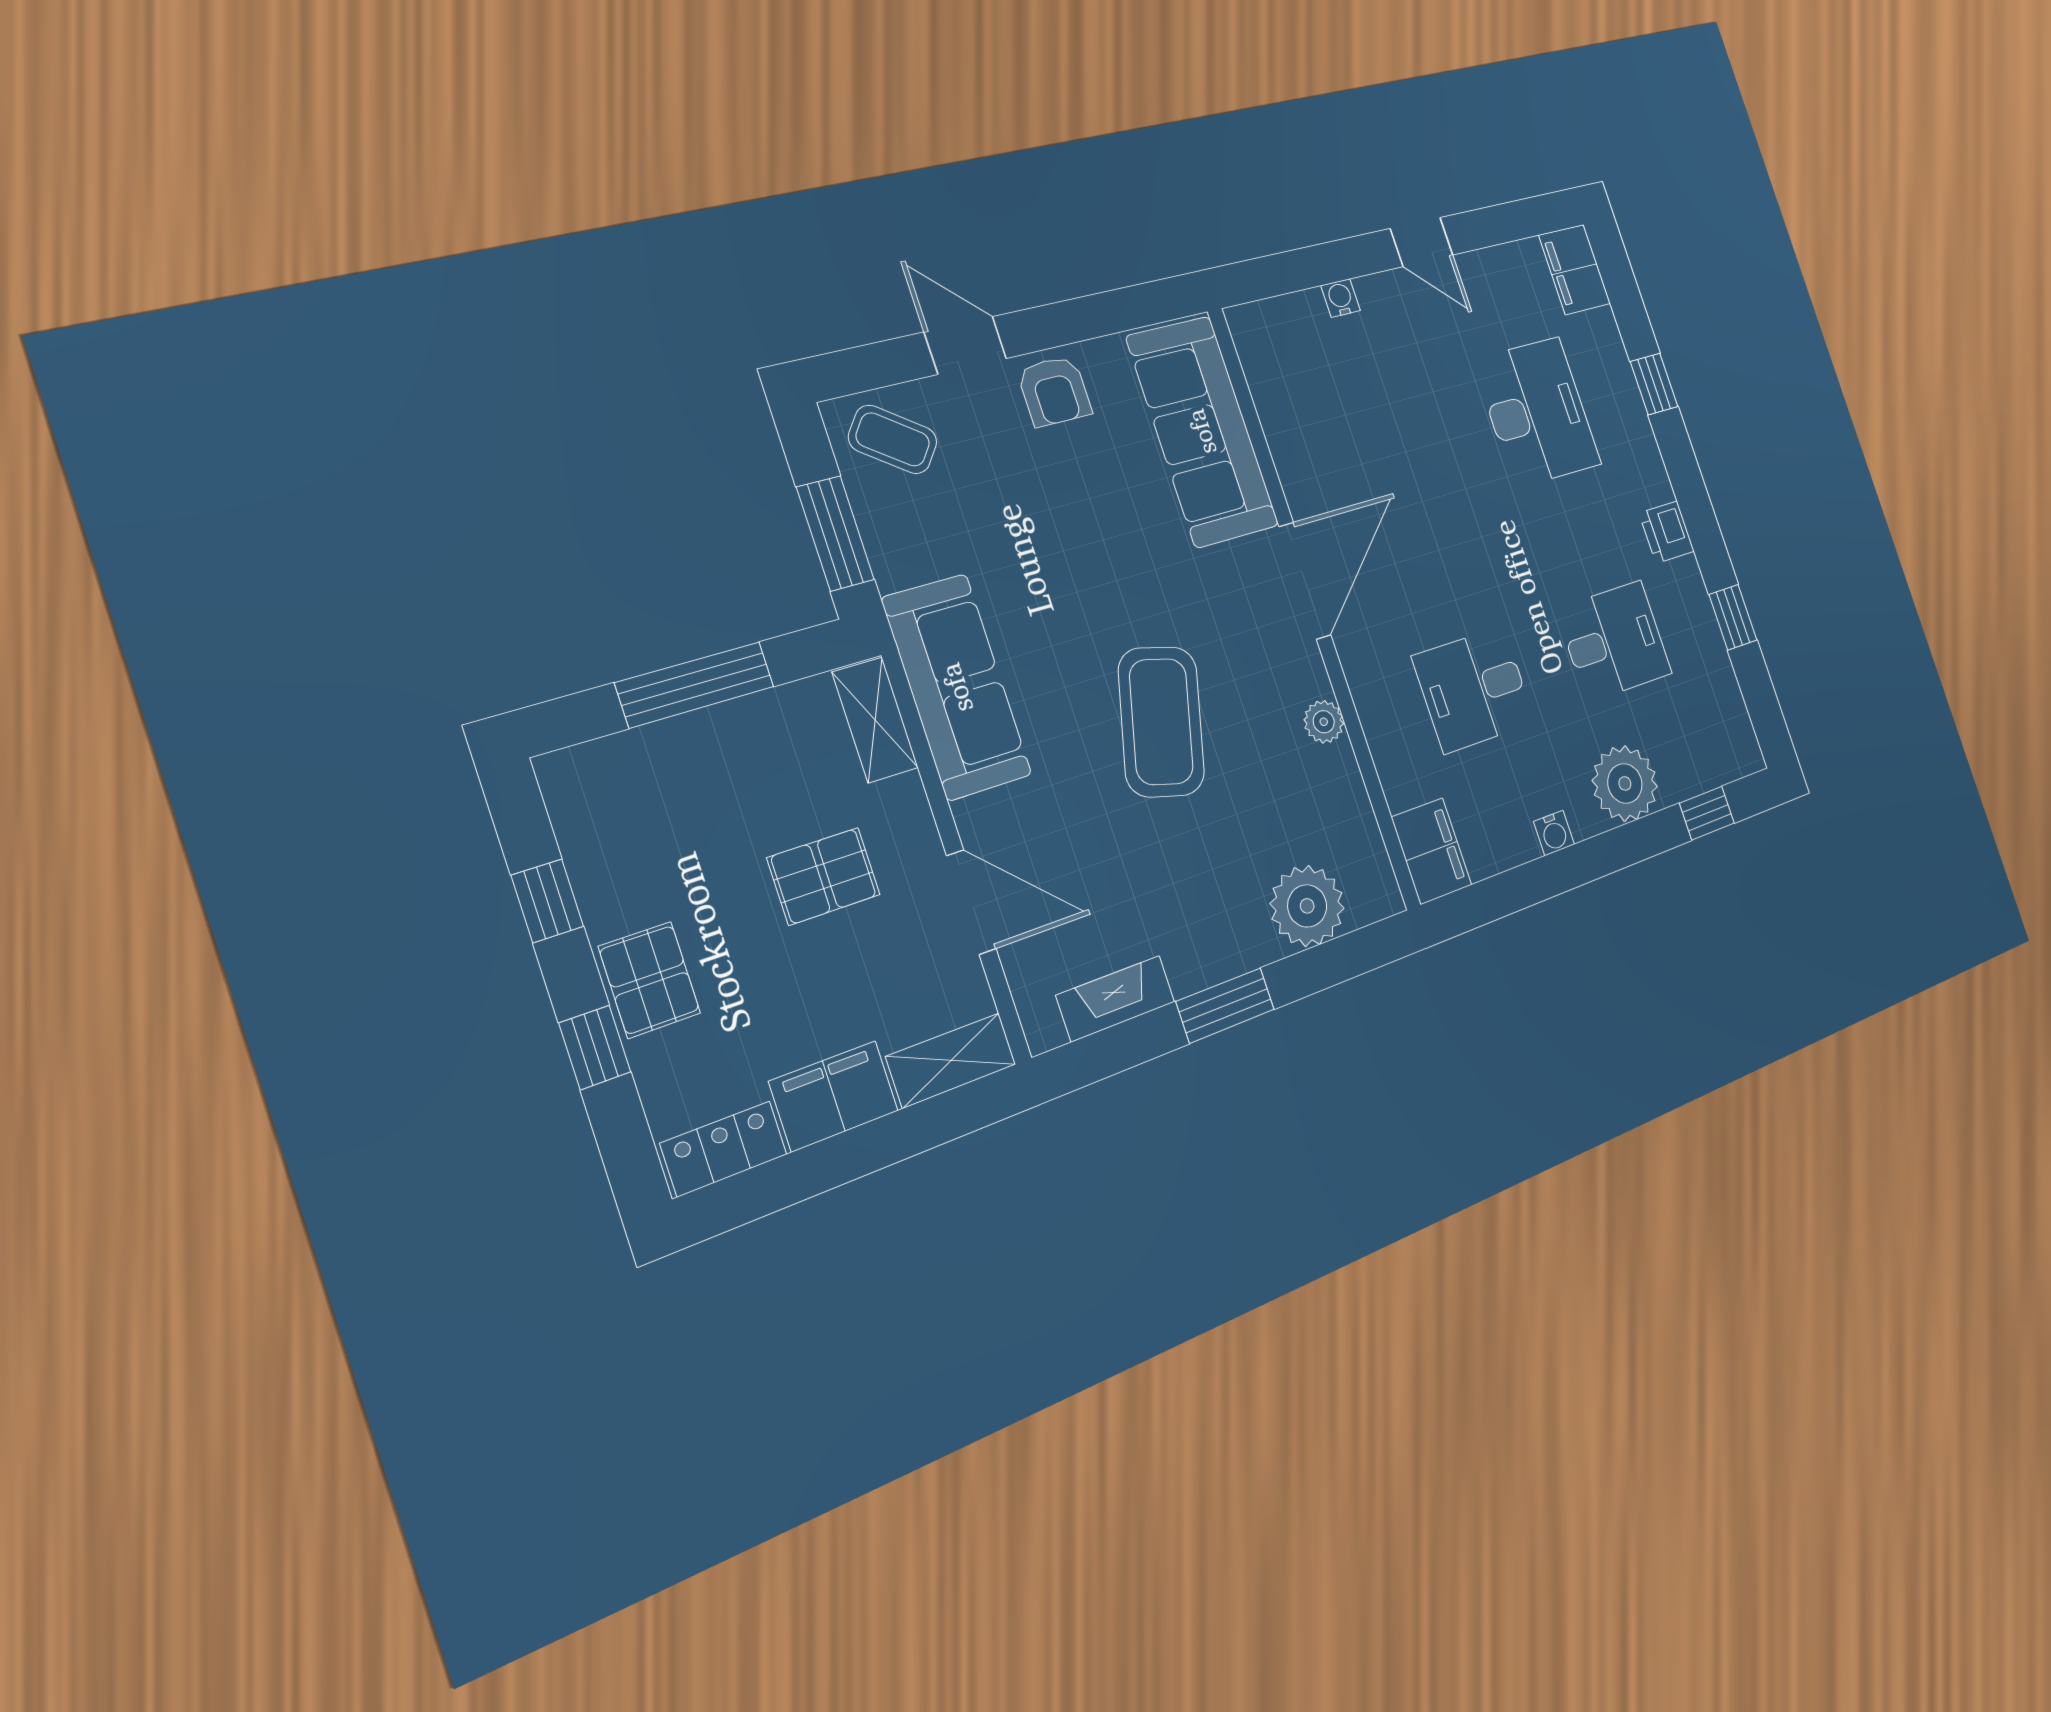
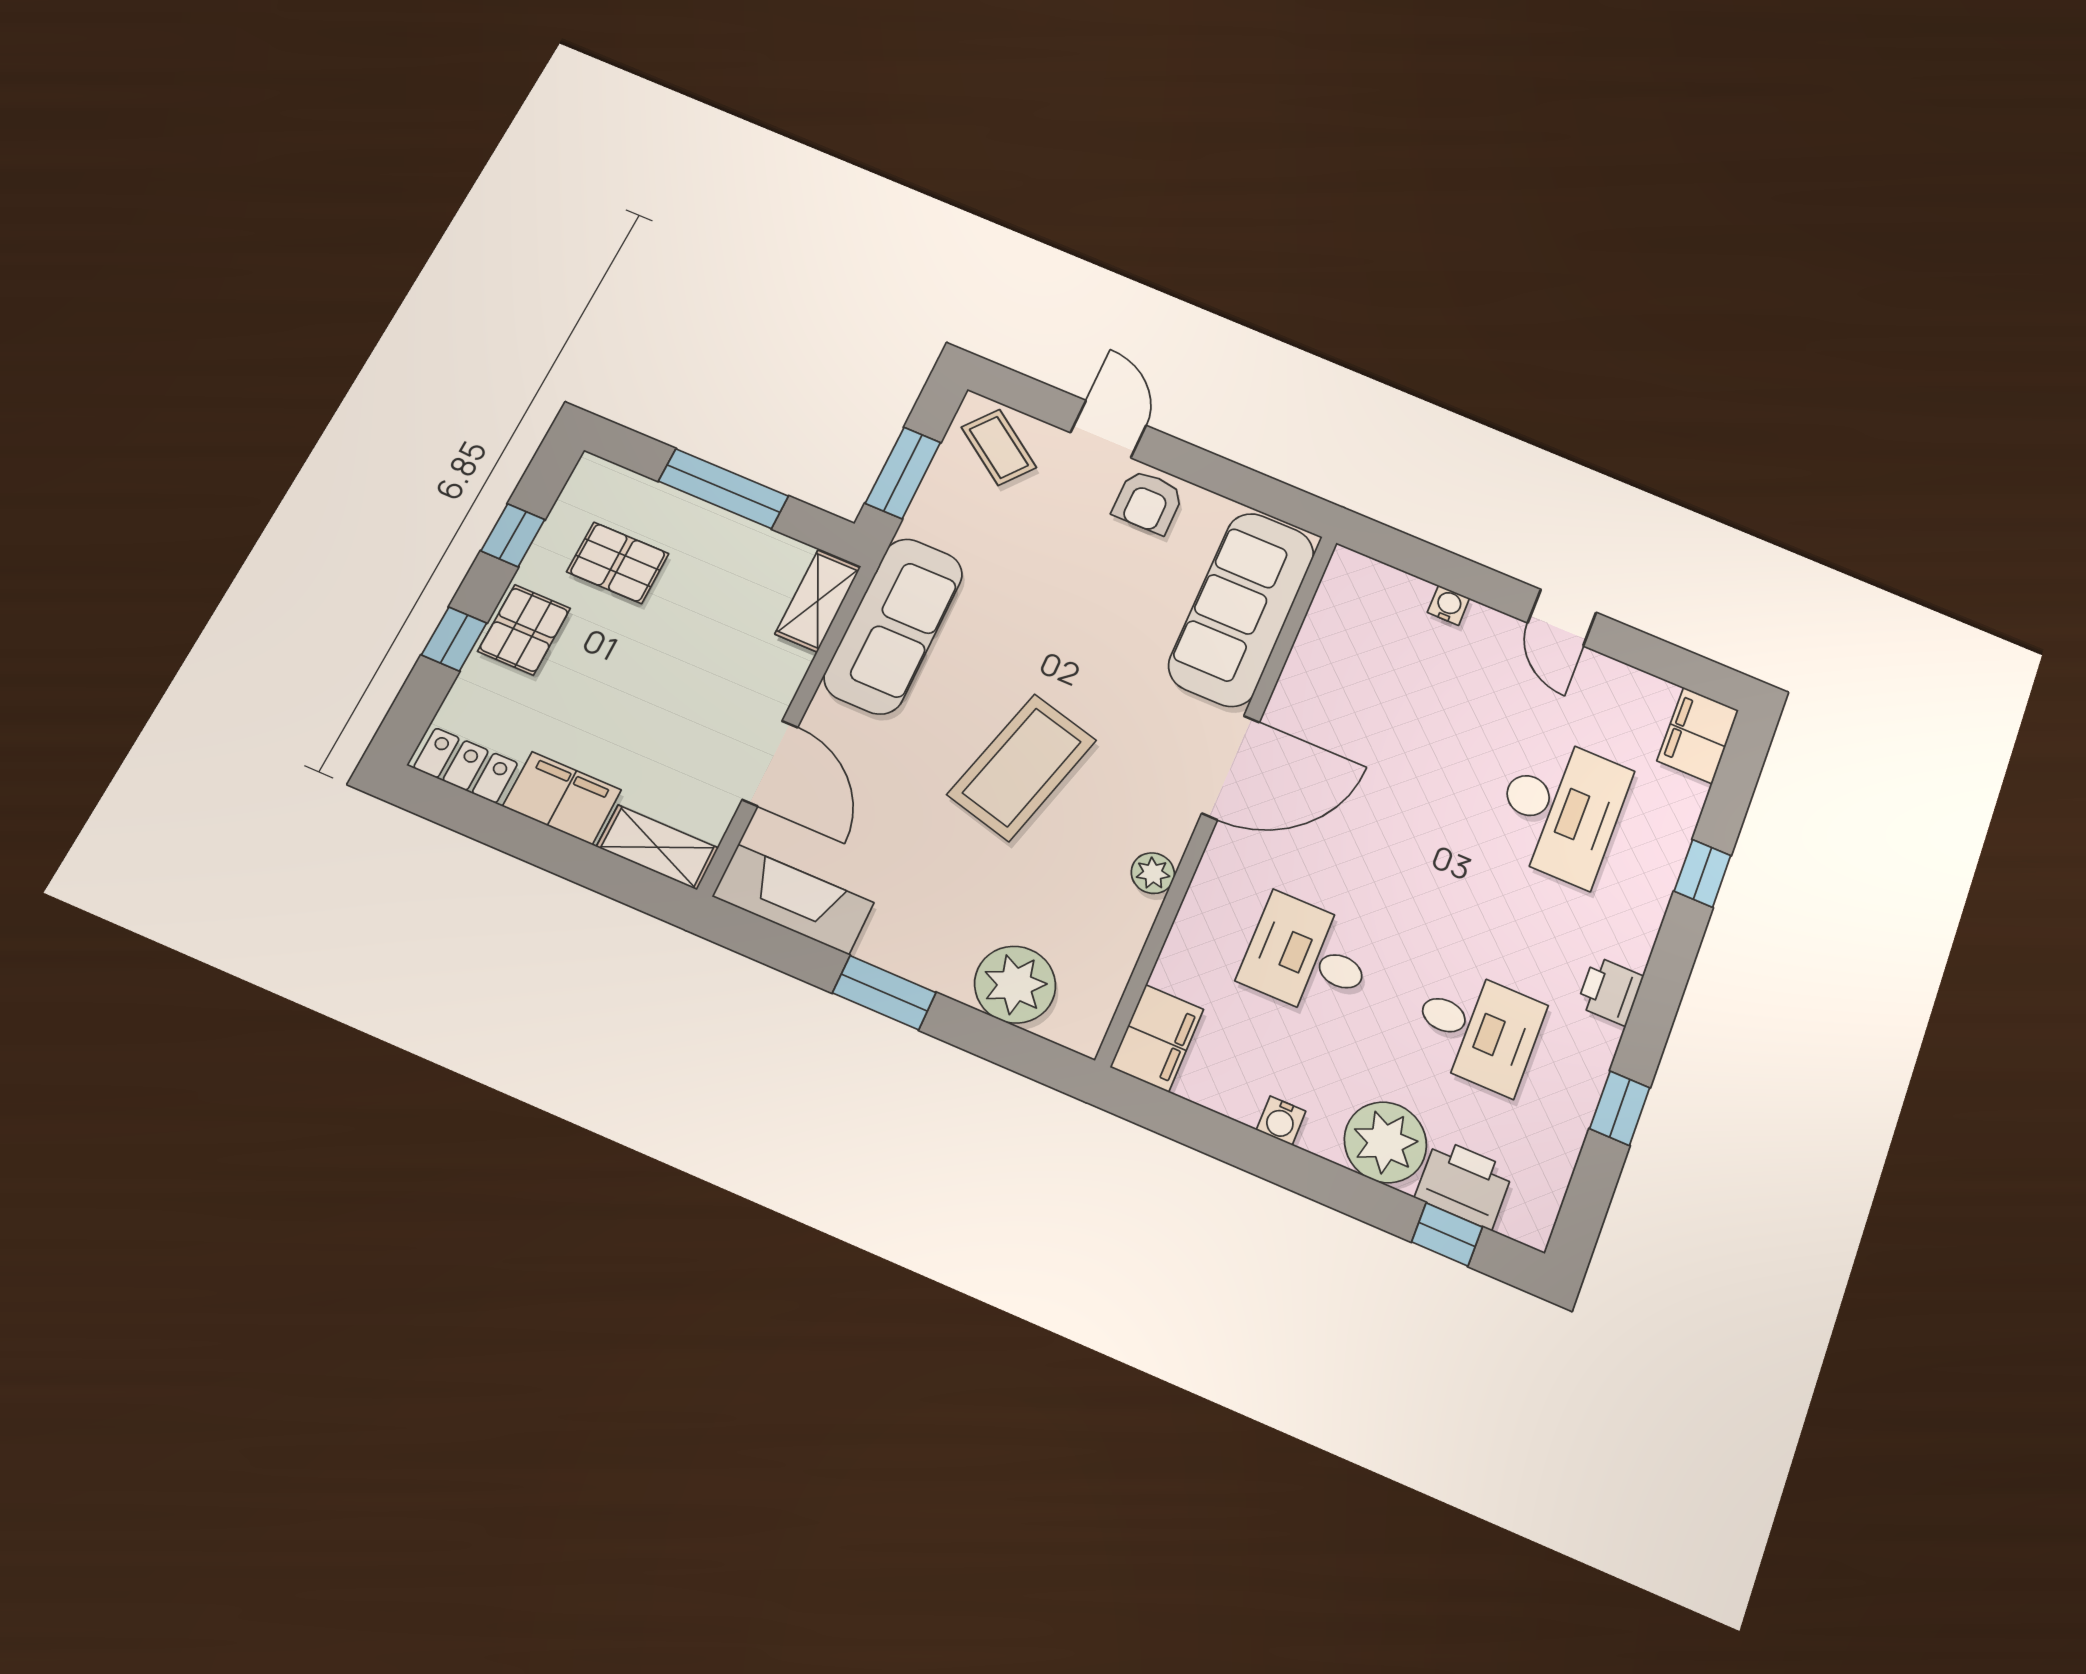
printer: (1690, 766) -> (1464, 1184), added
pallet: (824, 876) -> (618, 563), moved
fireplace: (1116, 999) -> (793, 899), width x1.37, depth x1.32

